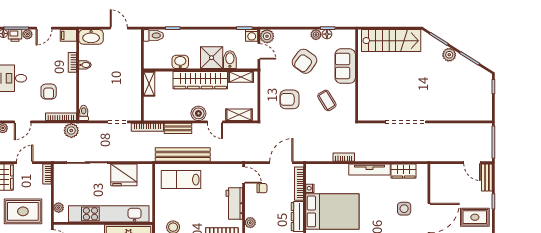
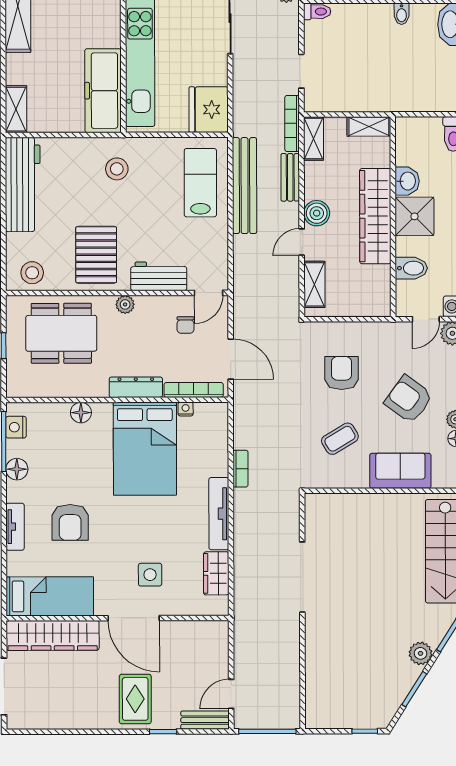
shower: (212, 58) -> (415, 216), moved
shelving: (241, 77) -> (314, 139), moved
fridge: (124, 175) -> (209, 110), moved

